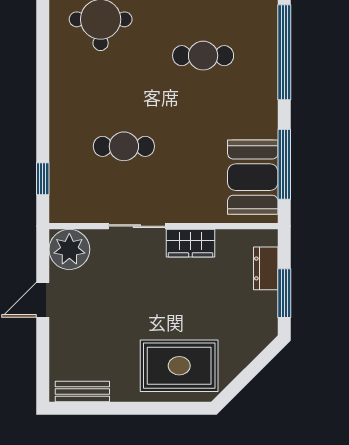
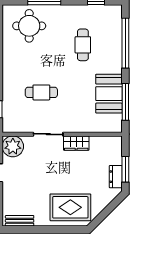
cafe table: (203, 56) -> (83, 45), turned 90
booth: (253, 177) -> (109, 94), moved
dresser: (266, 268) -> (116, 177), moved

